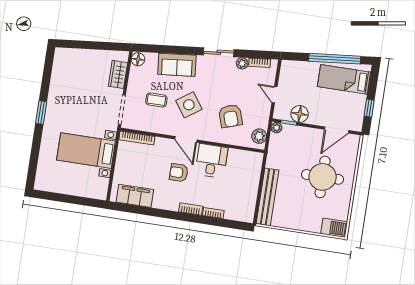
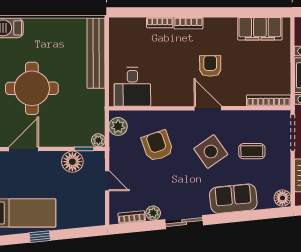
window: (335, 59) -> (40, 237), width x0.32
desk: (212, 161) -> (132, 87), moved
armchair: (179, 173) -> (210, 66), turned -90

